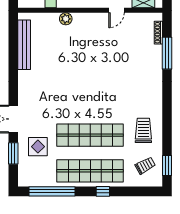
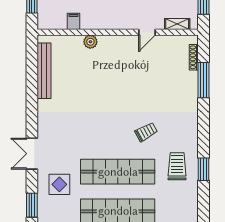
window: (13, 153) -> (32, 205), moved
window: (167, 165) -> (203, 169), moved
trolley: (145, 166) -> (146, 132), moved

